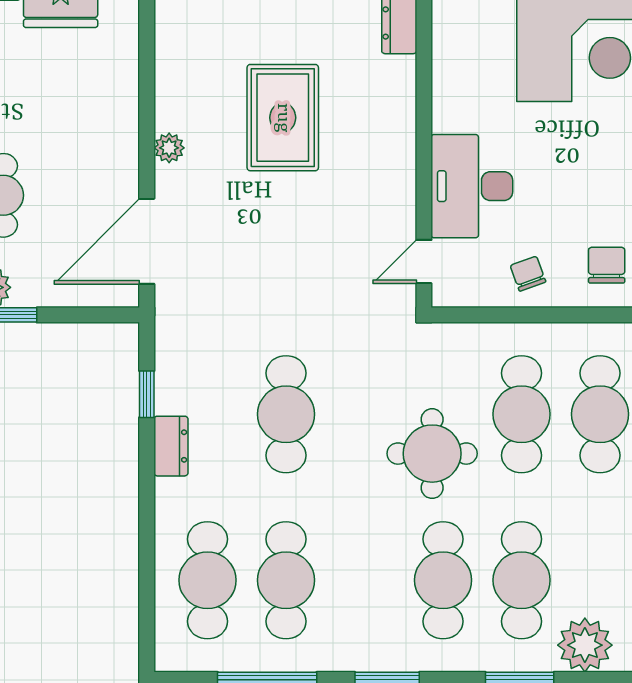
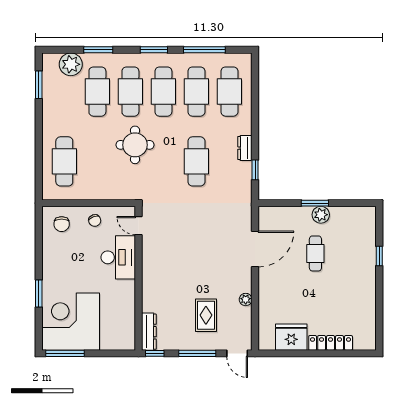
rug: (283, 118) -> (206, 315), moved, width x0.73, depth x0.70
plant: (169, 148) -> (246, 299), moved
door: (147, 241) -> (255, 249), moved
door: (424, 262) -> (138, 226), swing flipped
cafe table: (522, 414) -> (163, 92), moved

